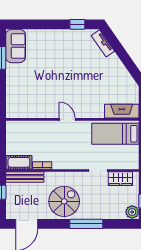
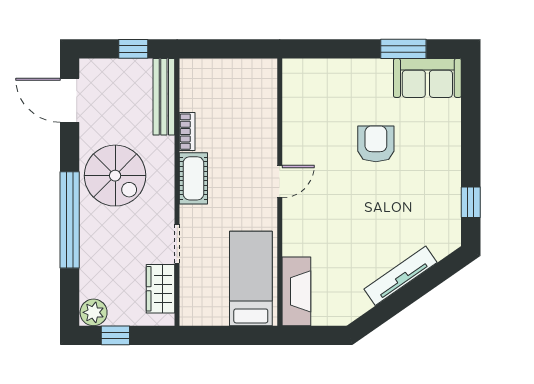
tv unit: (103, 43) -> (401, 276), moved, width x1.41
armchair: (48, 72) -> (376, 144), added
cot: (19, 162) -> (193, 178), moved
window: (86, 224) -> (70, 220), width x1.46

